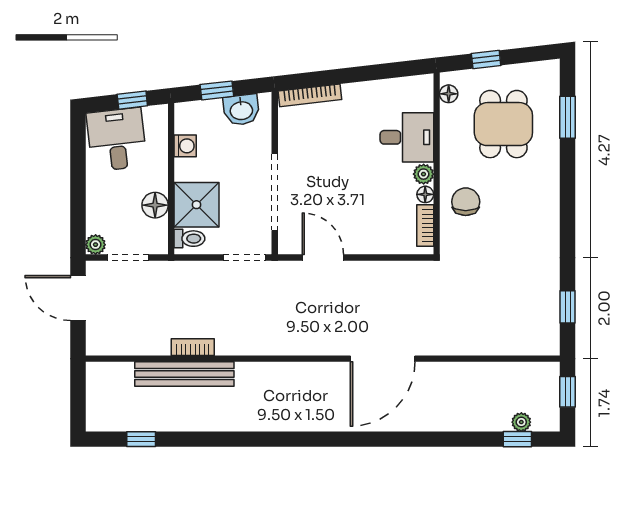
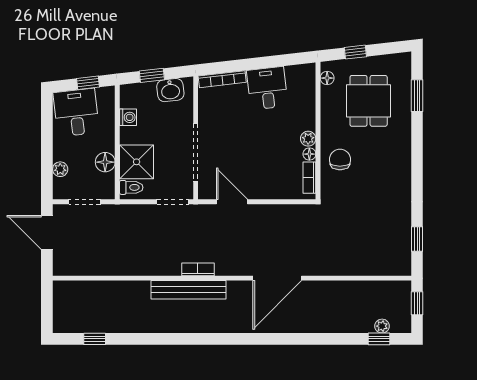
desk: (407, 137) -> (267, 88), moved, turned -97
plant: (96, 245) -> (60, 169), moved
bookcase: (193, 347) -> (198, 269), moved
bench: (184, 374) -> (188, 290), moved

